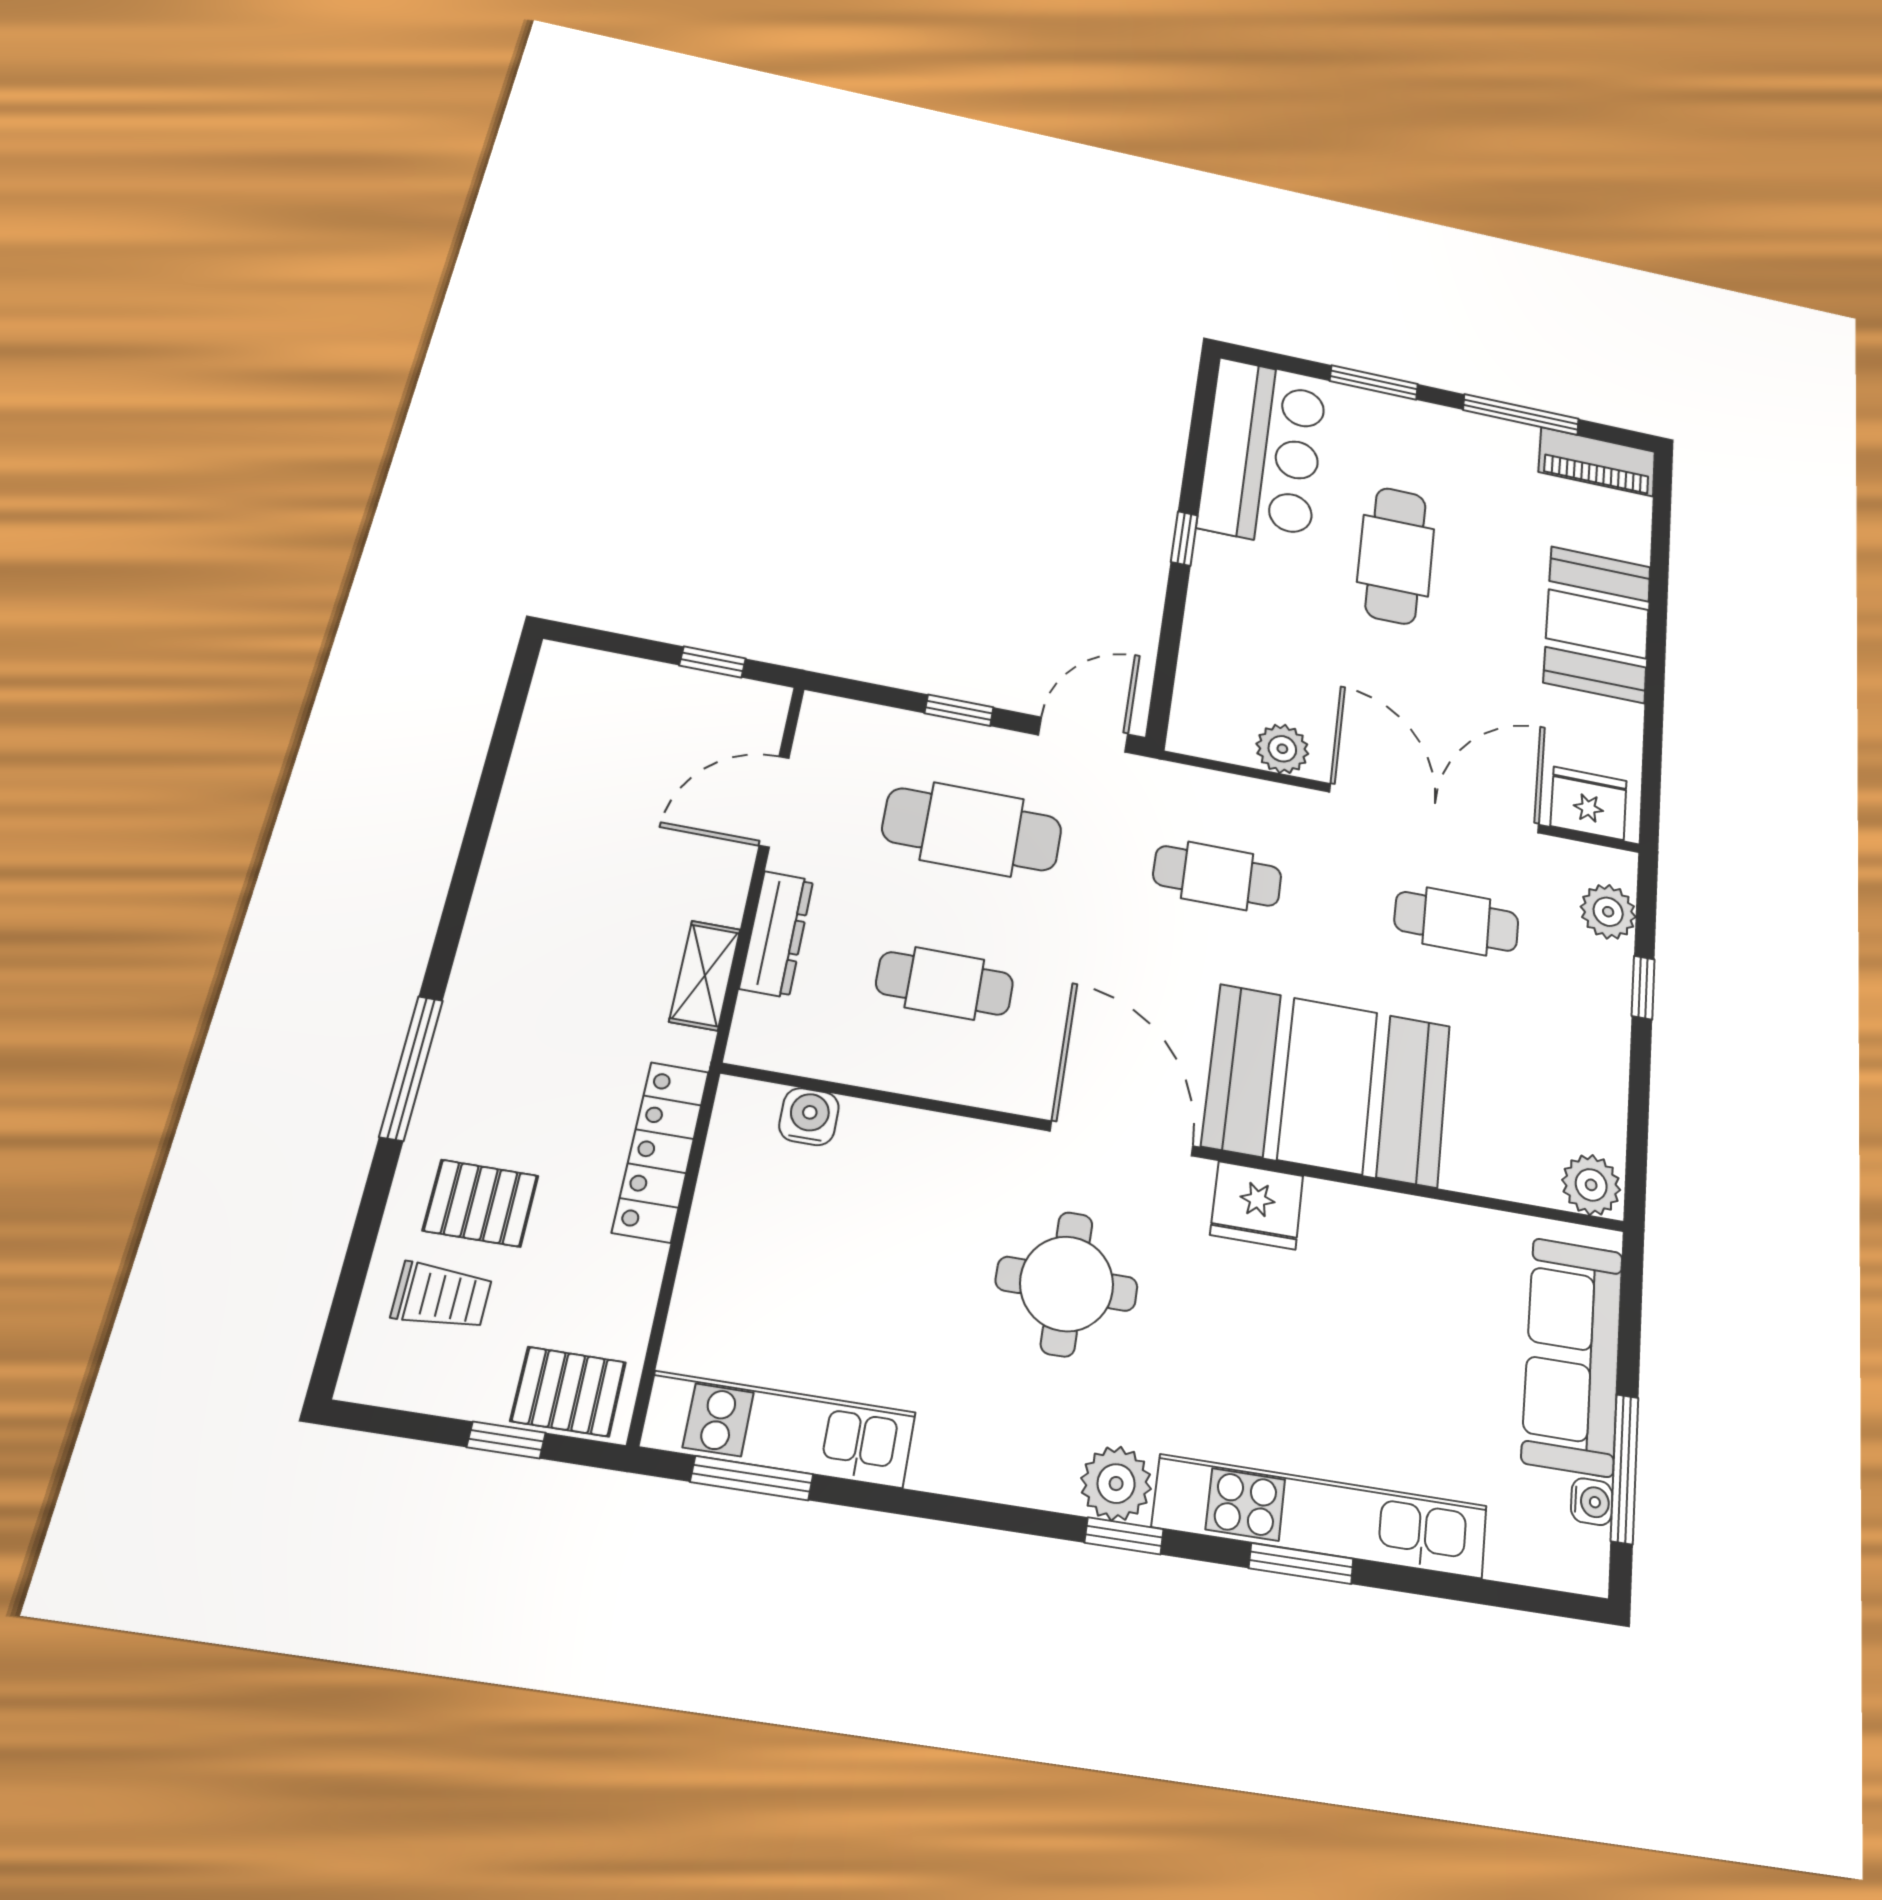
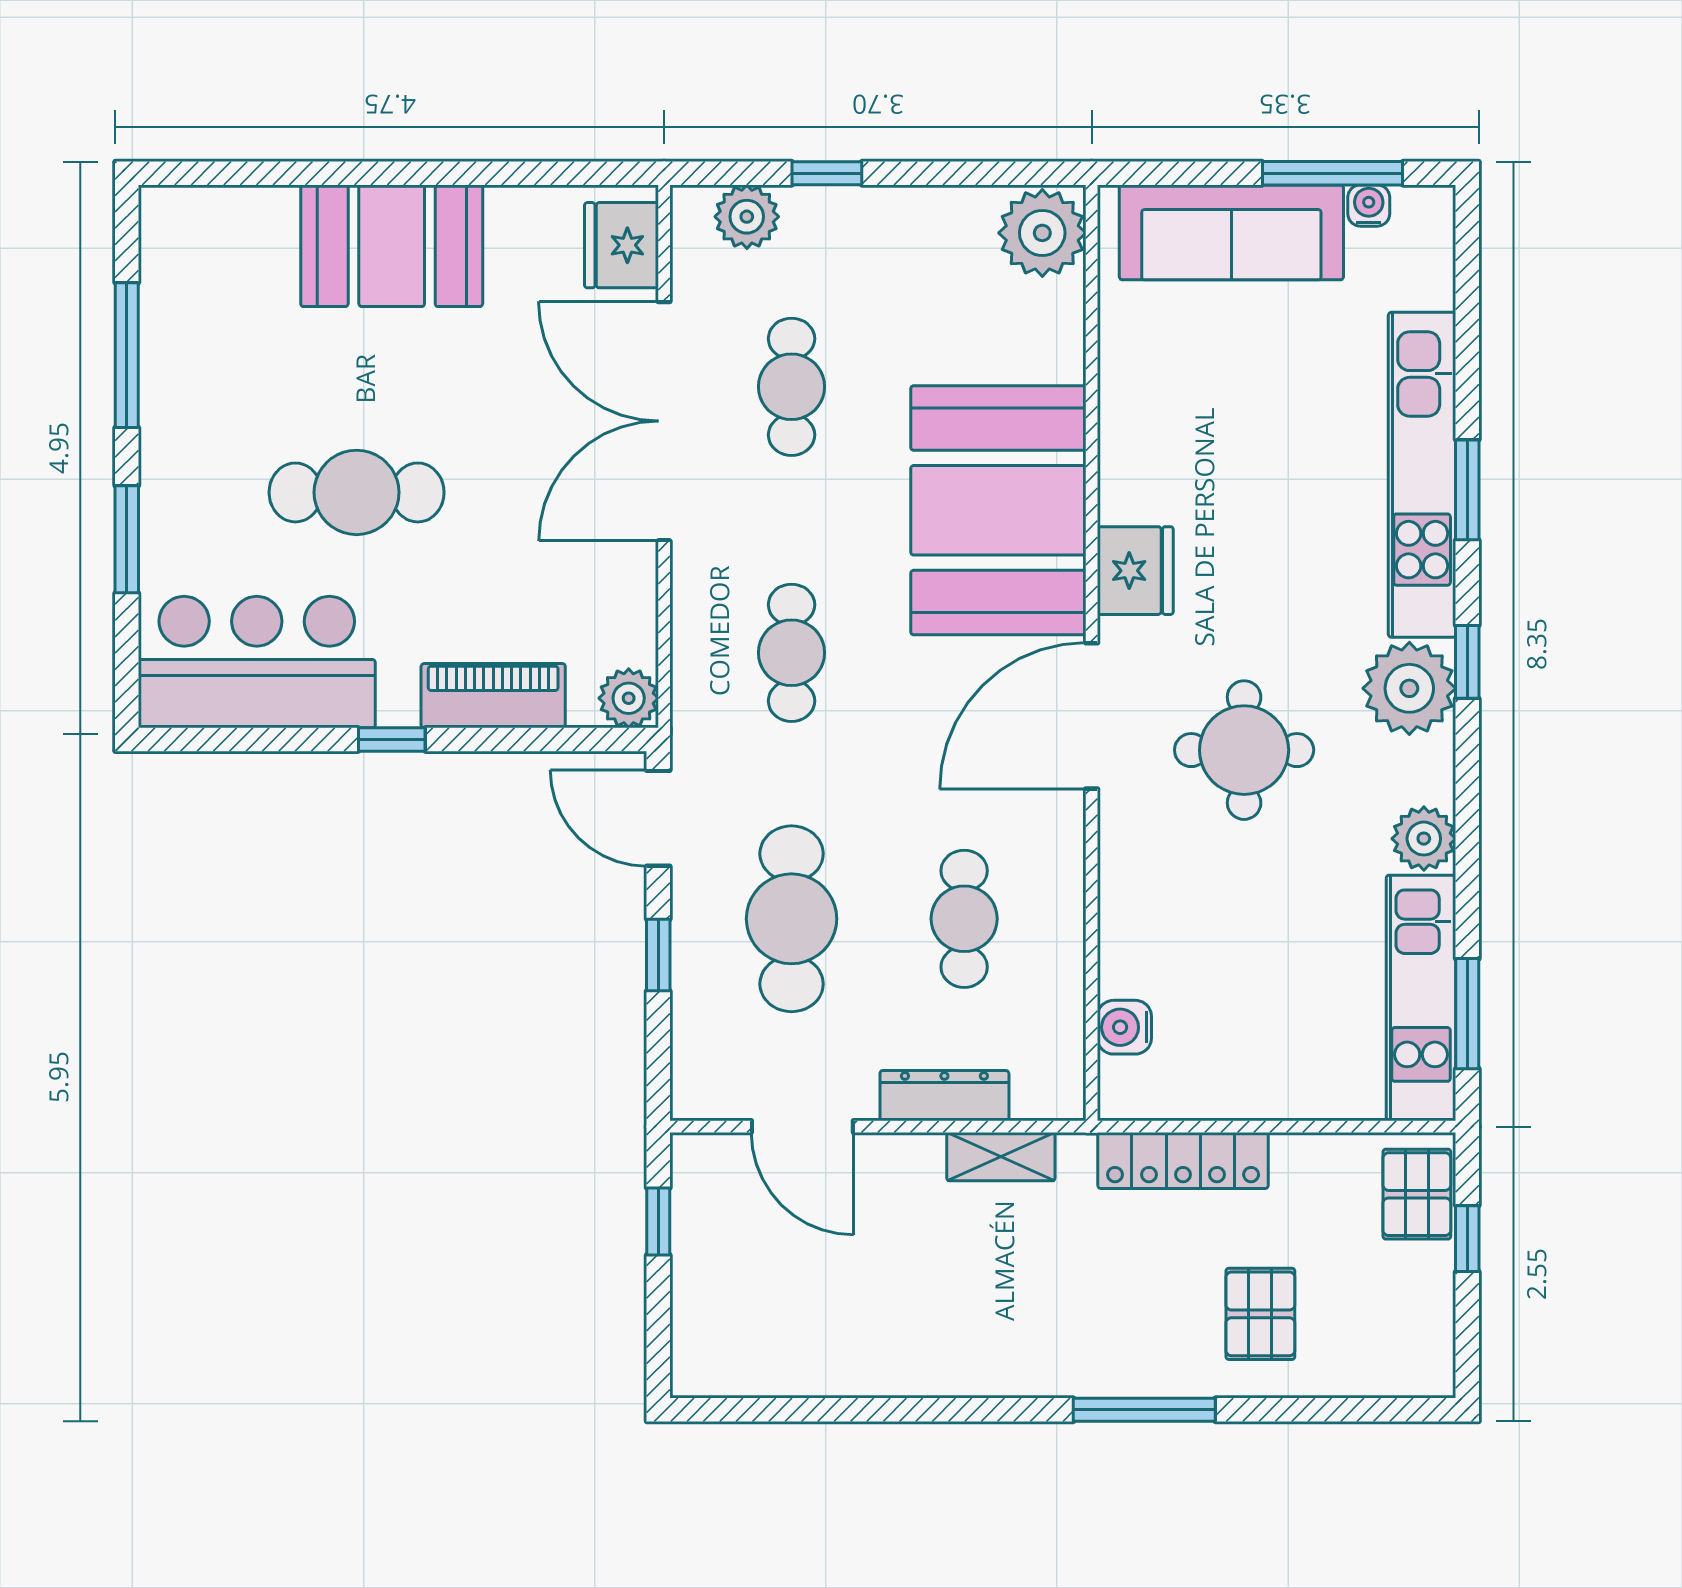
piano: (1597, 462) -> (493, 696), moved, turned -90
plant: (1282, 749) -> (629, 698), moved
plant: (1591, 1185) -> (1042, 233), width x1.36, depth x1.36
trolley: (442, 1296) -> (1351, 1327), removed
plant: (947, 1459) -> (1424, 839), added
plant: (1116, 1484) -> (1409, 688), width x1.36, depth x1.36

